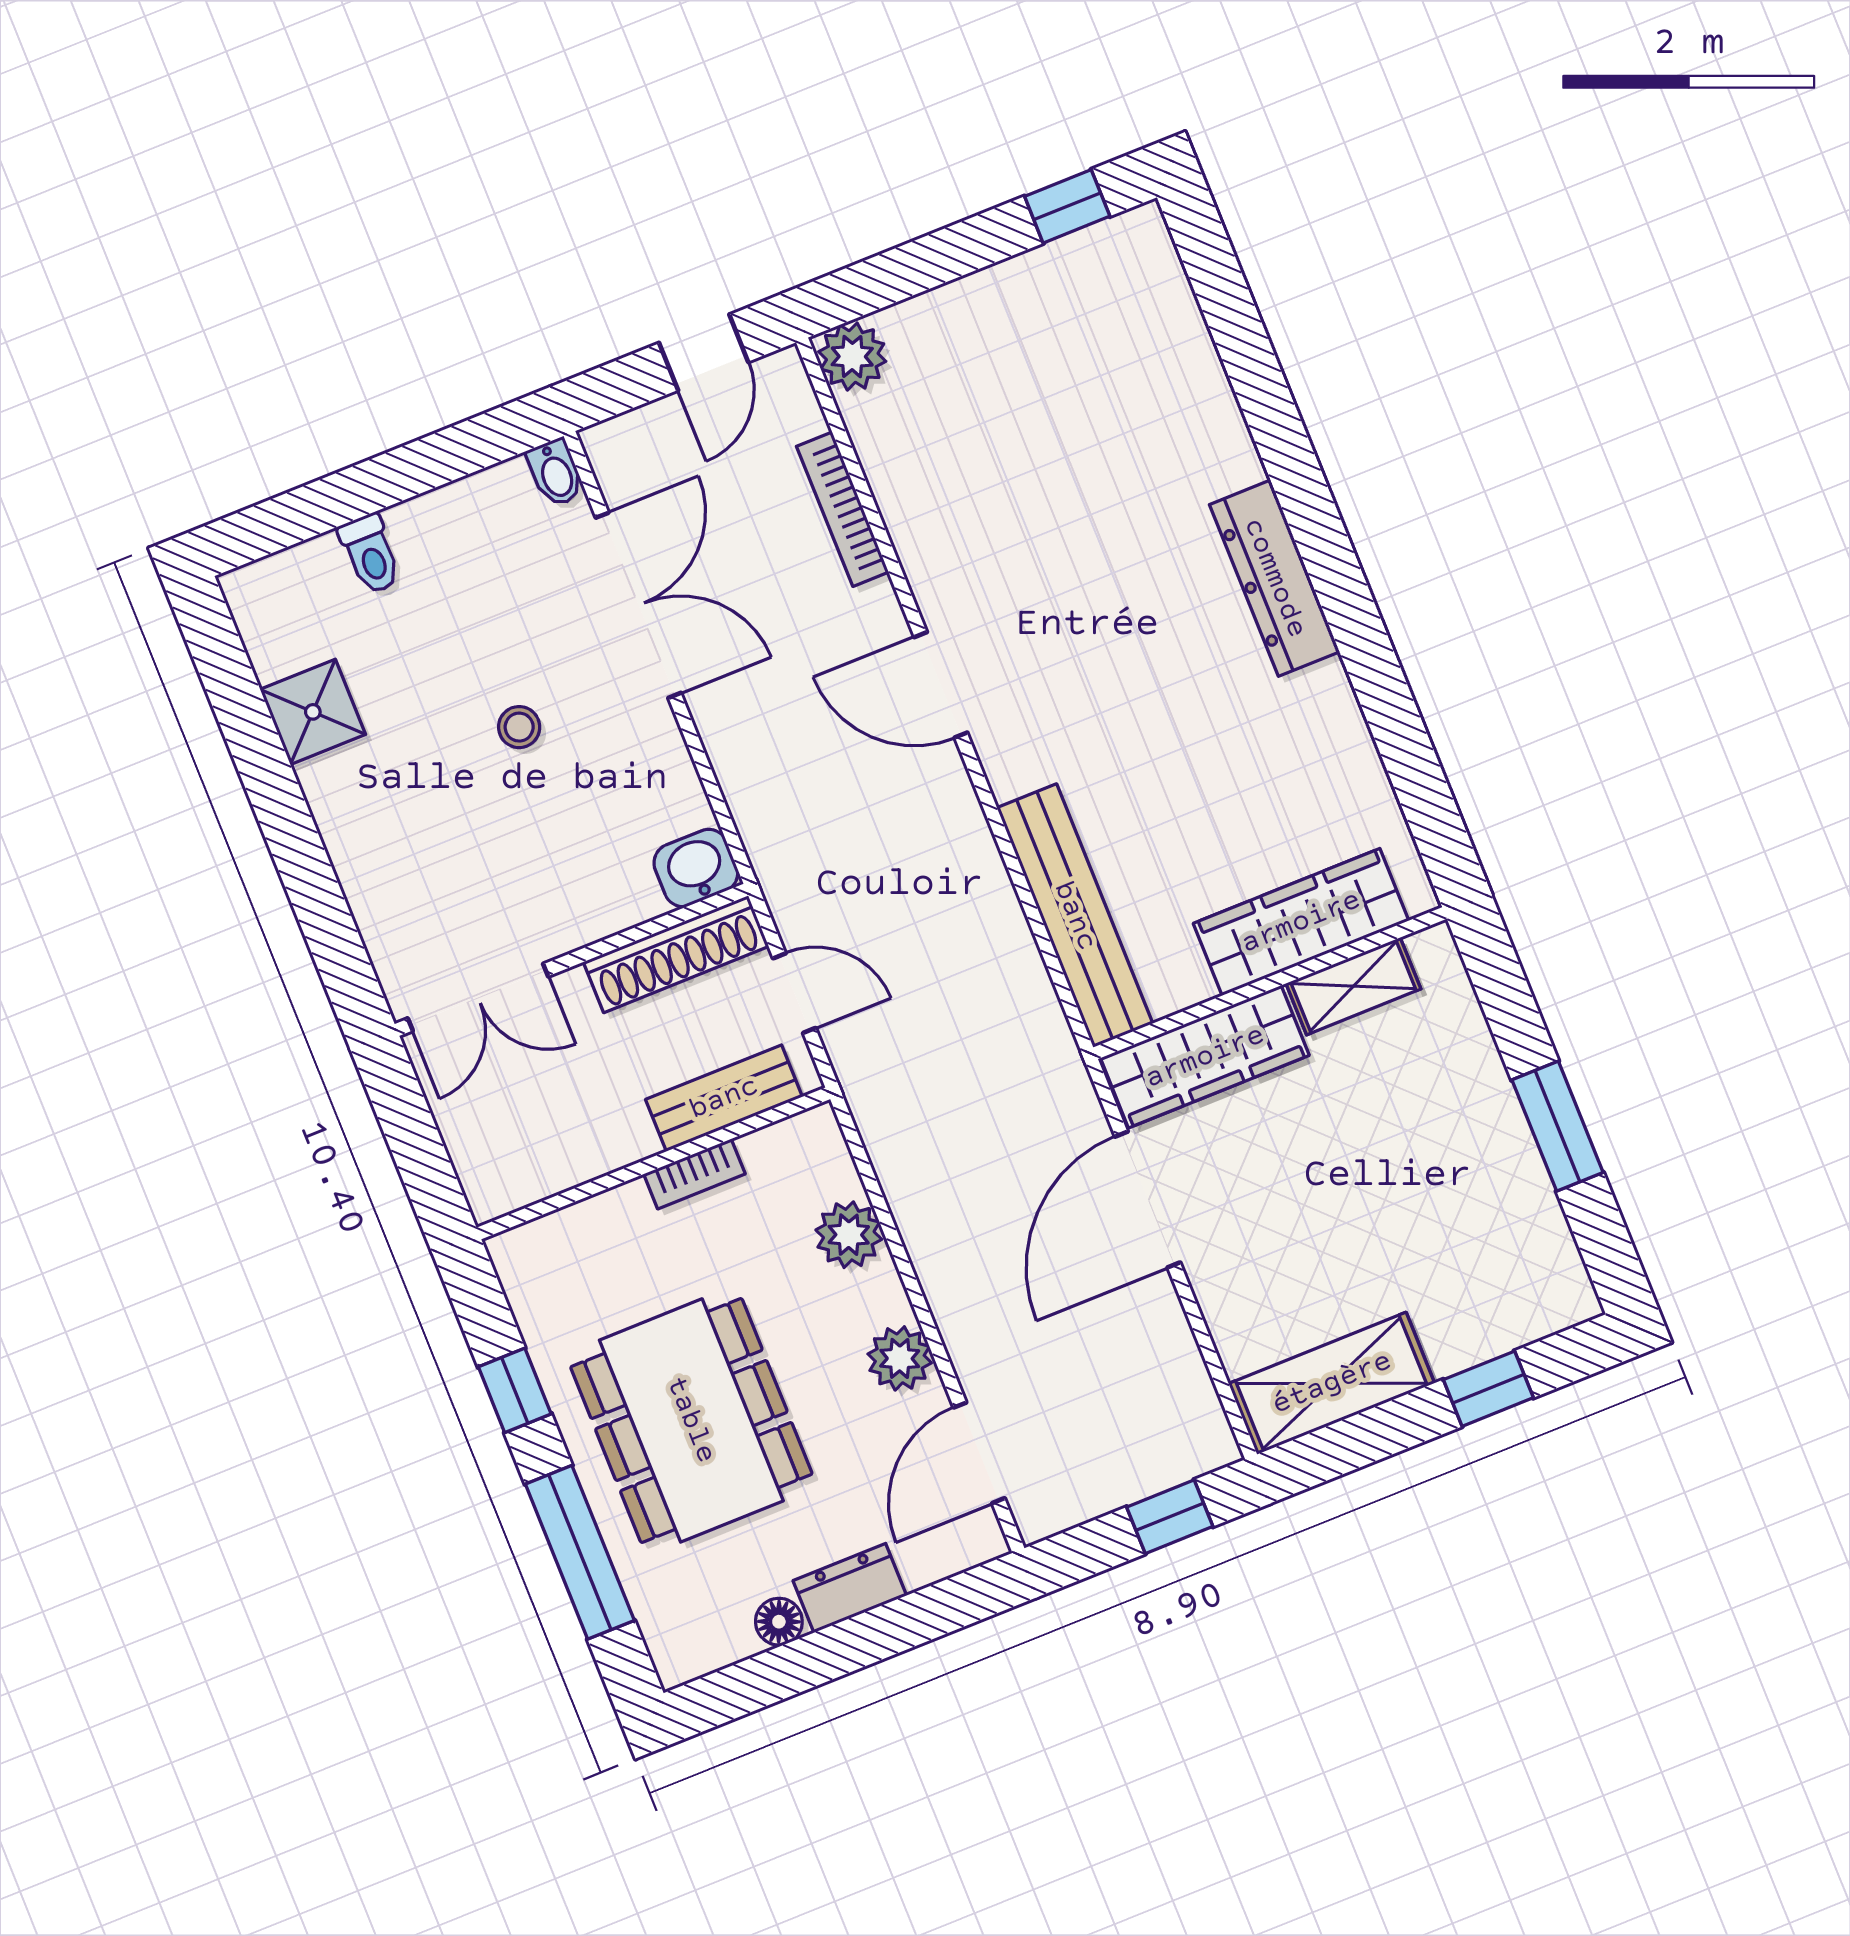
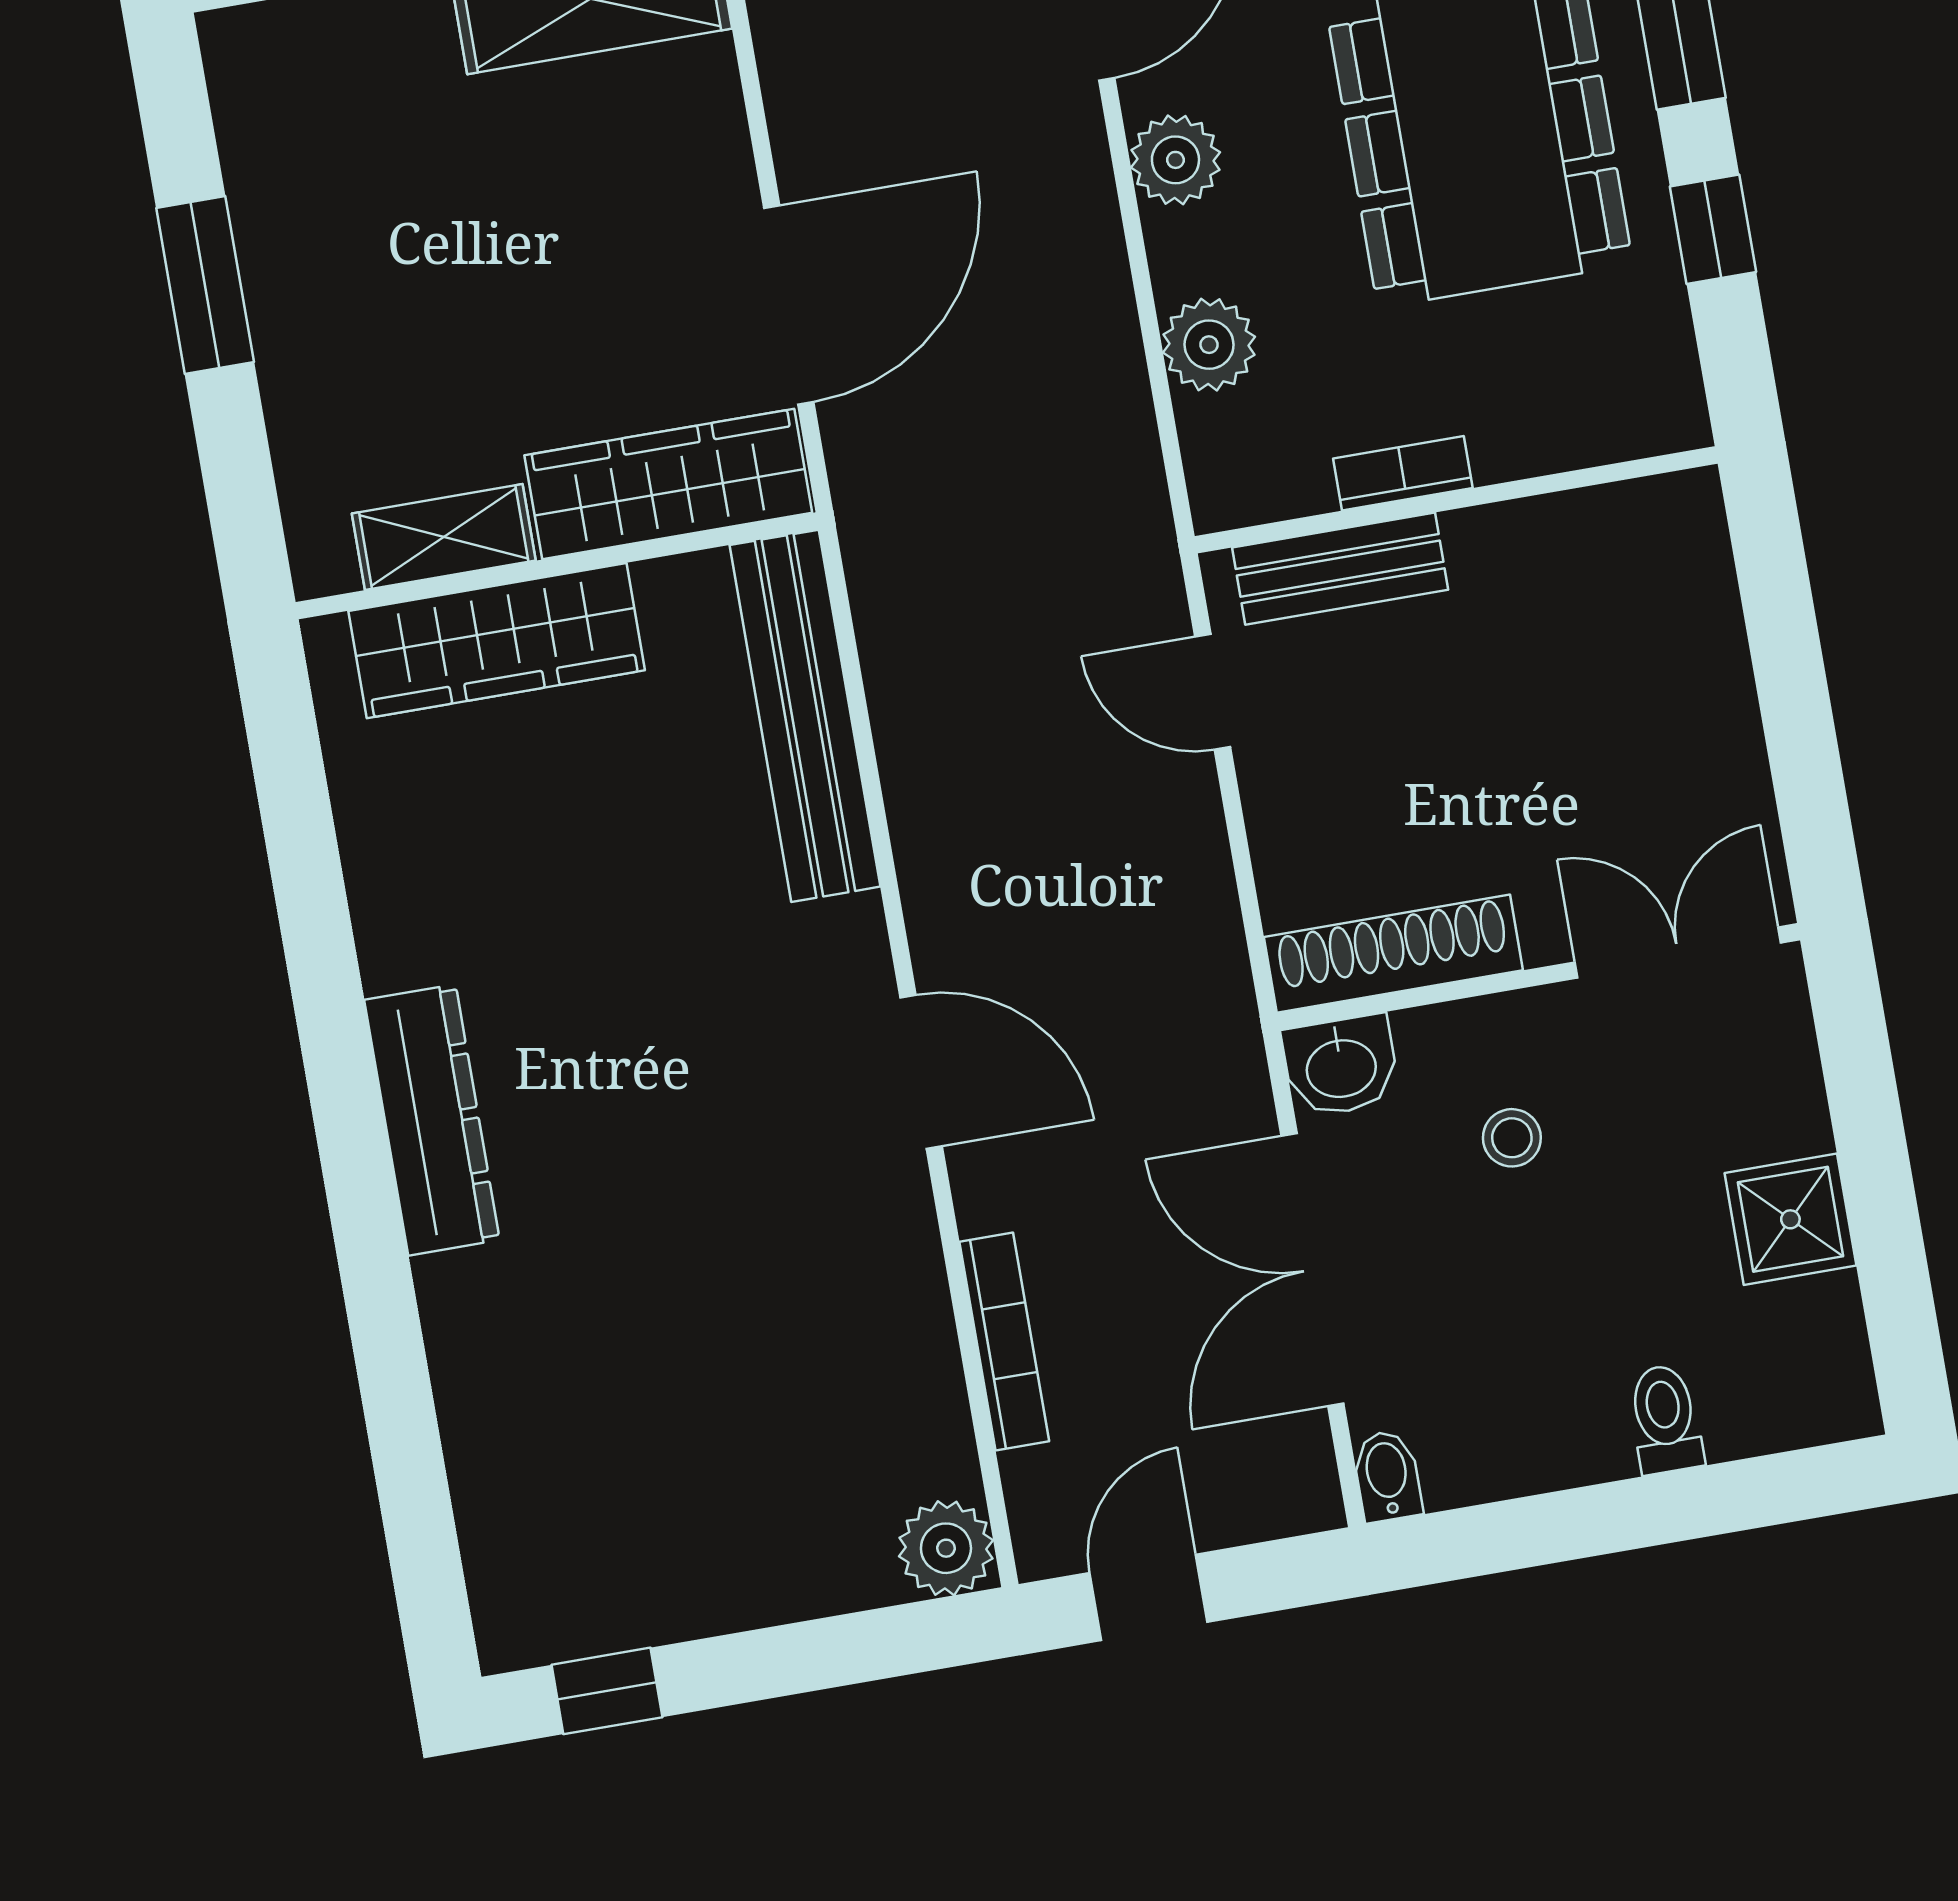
washbasin: (696, 868) -> (1341, 1066), moved
shoe rack: (676, 954) -> (1393, 954), moved
wall: (571, 960) -> (1539, 977), moved
double door: (478, 997) -> (1678, 953), moved

